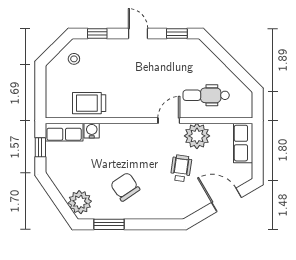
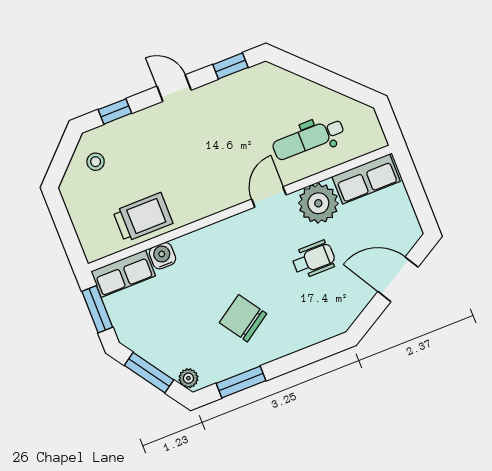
trolley: (89, 103) -> (143, 217), turned 180
row of seats: (243, 143) -> (366, 179), moved, turned -90
window: (40, 147) -> (97, 309), width x1.50
wheelchair: (181, 168) -> (314, 259), turned 82
window: (56, 197) -> (149, 373), added
plant: (80, 202) -> (188, 378), width x0.53, depth x0.53

